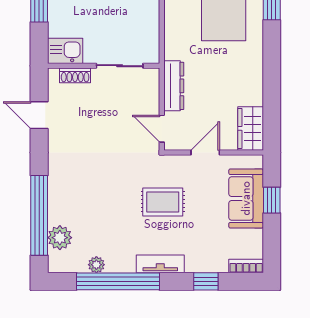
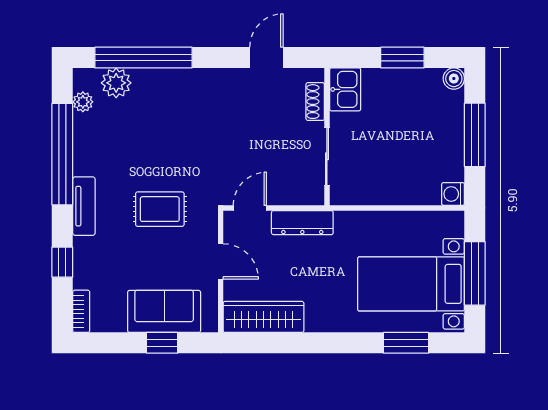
wardrobe: (251, 128) -> (264, 317), width x1.50
rug: (163, 202) -> (160, 209), turned 90
plant: (96, 265) -> (83, 102), moved

